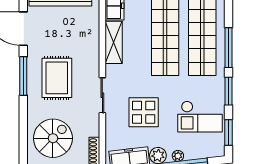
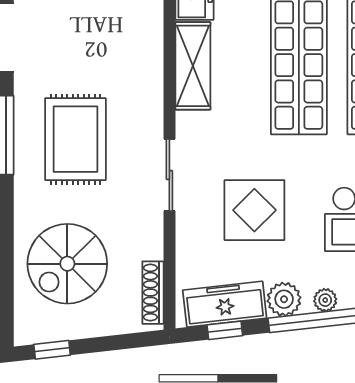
spiral stairs: (53, 138) -> (67, 264), turned 180

